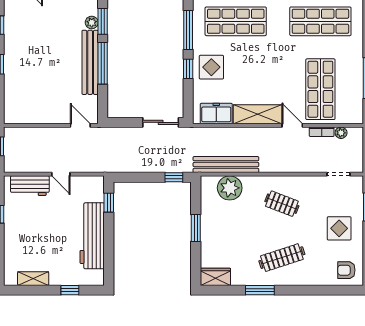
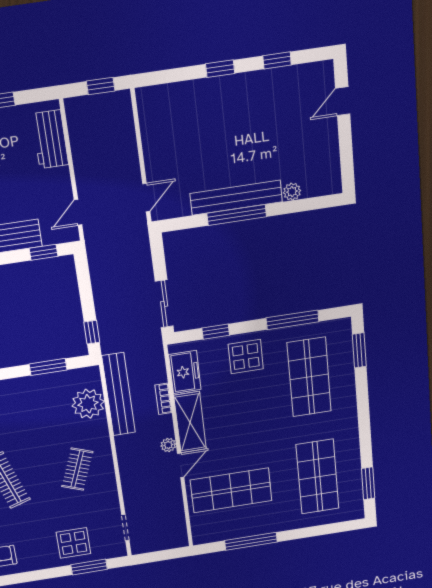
window: (103, 21) -> (295, 206), removed
window: (188, 69) -> (216, 332), moved
bookcase: (322, 132) -> (163, 399), moved
plant: (341, 133) -> (168, 445), moved
door: (61, 174) -> (78, 212), moved
window: (196, 228) -> (48, 367), moved
display table: (339, 228) -> (74, 543), moved

